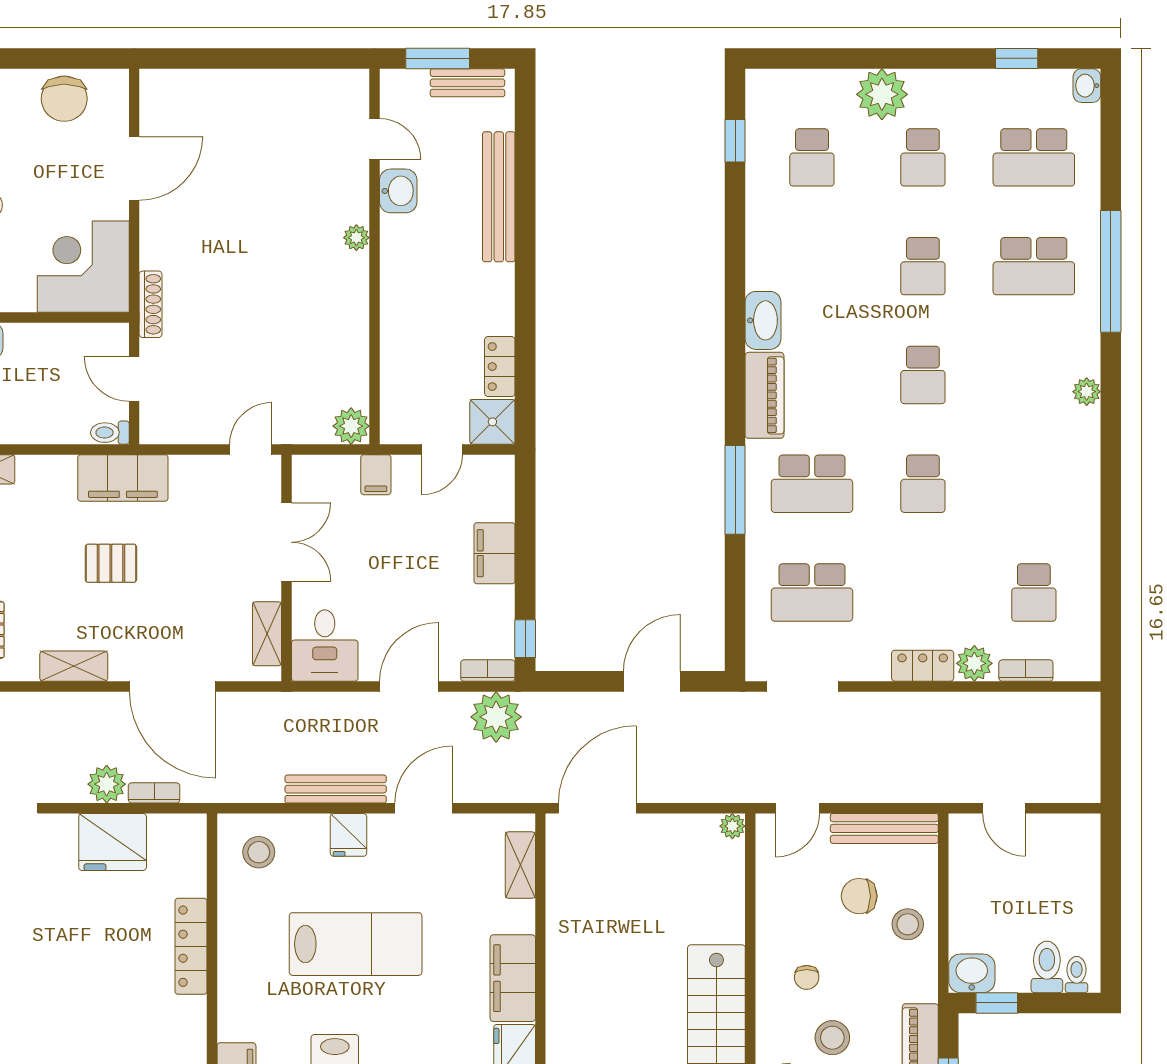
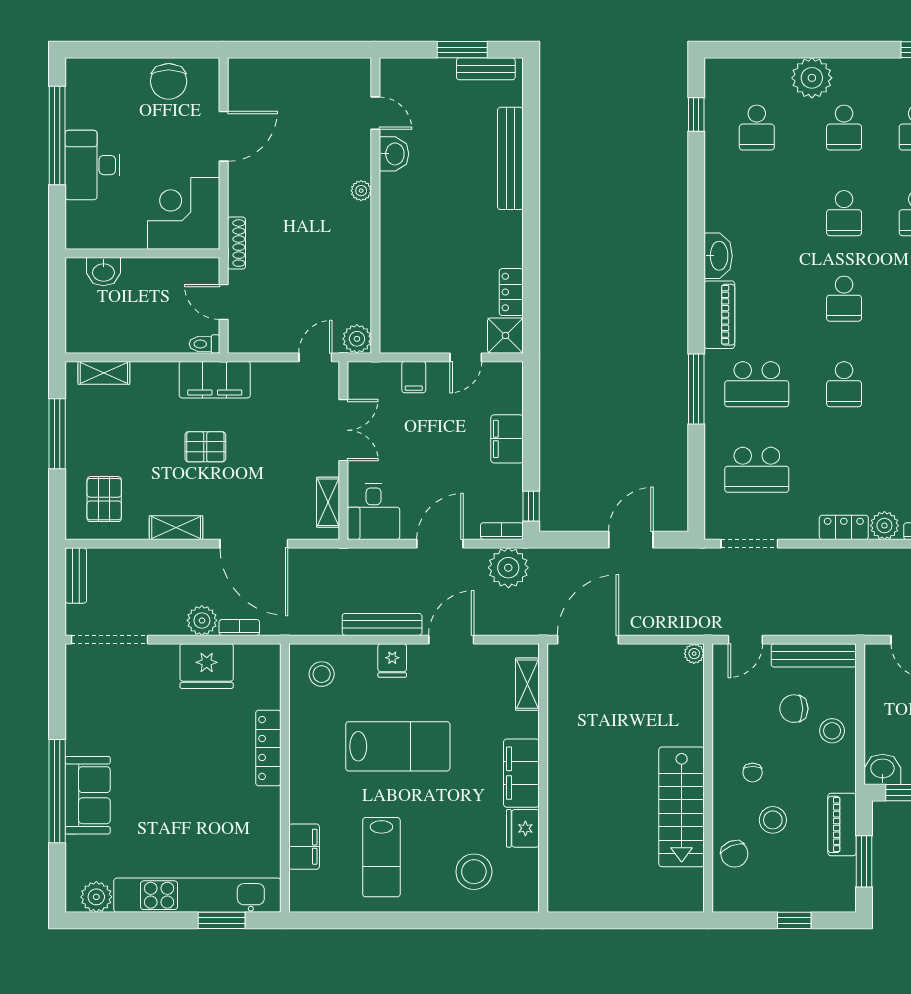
door: (375, 139) -> (375, 113), moved
washbasin: (398, 191) -> (394, 154), moved
plant: (356, 238) -> (361, 191), moved
wall: (375, 256) -> (375, 205), moved
plant: (351, 426) -> (357, 339), moved

